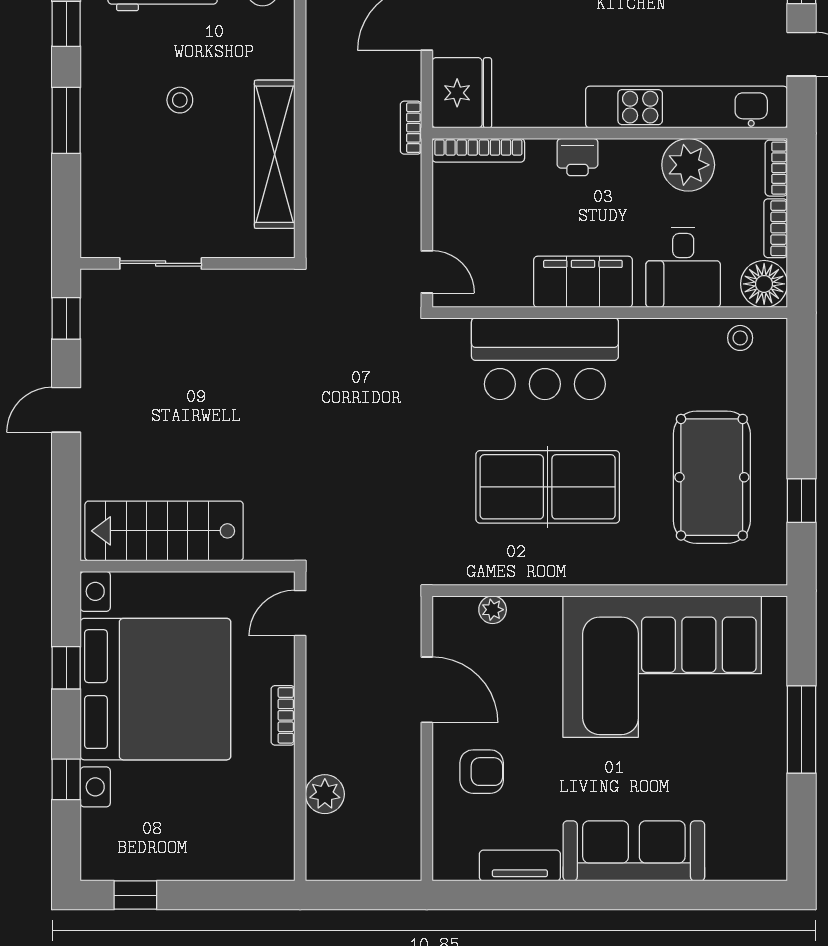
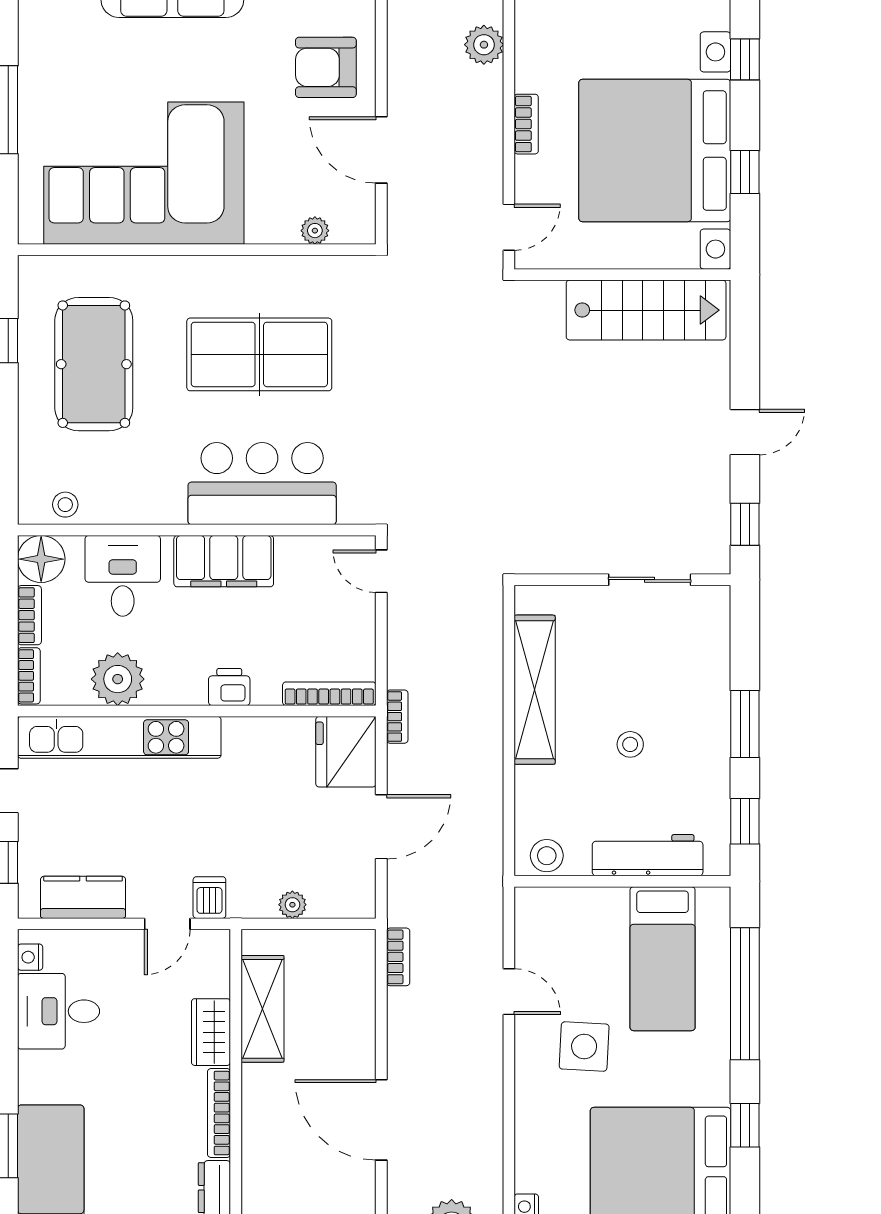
armchair: (482, 772) -> (326, 67), width x1.38, depth x1.38

